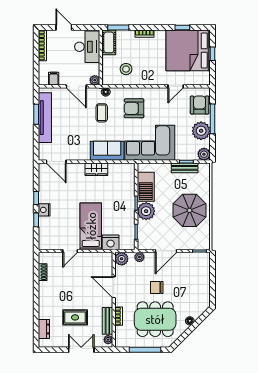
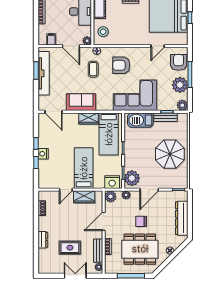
stool: (126, 69) -> (103, 32), moved
sofa: (107, 151) -> (81, 102), moved
bed: (119, 187) -> (109, 134), added
barbecue: (146, 187) -> (140, 120), moved, turned 90
plant: (146, 211) -> (132, 178), moved
nightstand: (111, 242) -> (112, 182), moved
wardrobe: (91, 259) -> (84, 197), added
dresser: (203, 284) -> (182, 218), added
door: (114, 287) -> (104, 221), hinge flipped
dresser: (44, 329) -> (43, 240), moved

